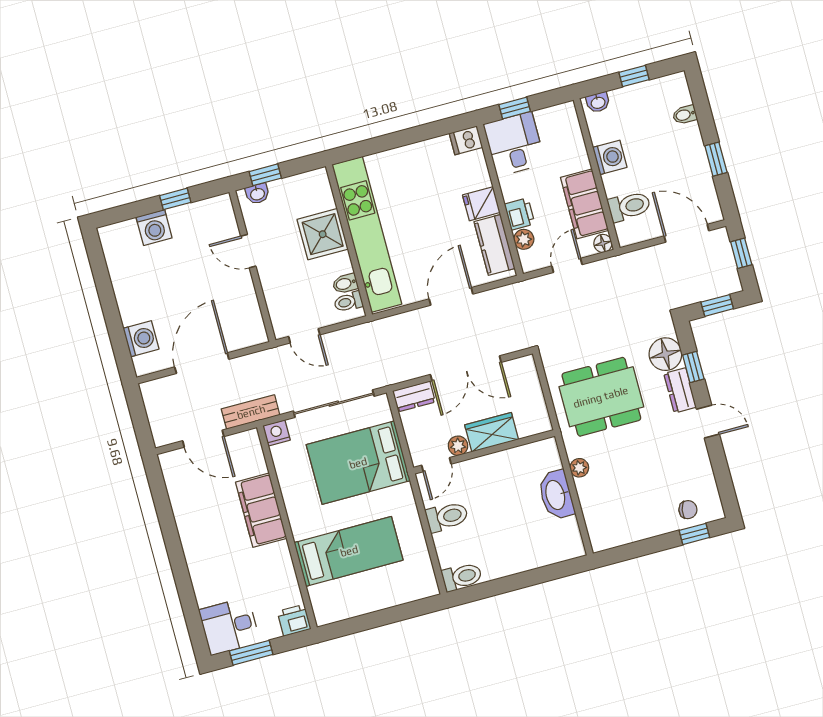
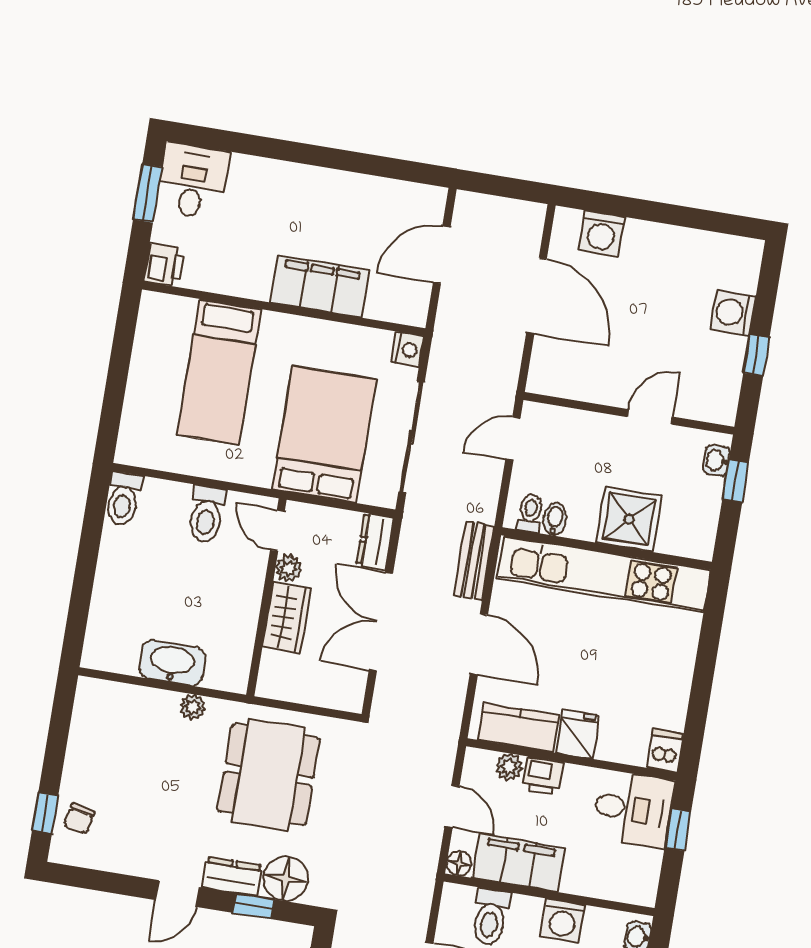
bench: (251, 412) -> (474, 561), moved

